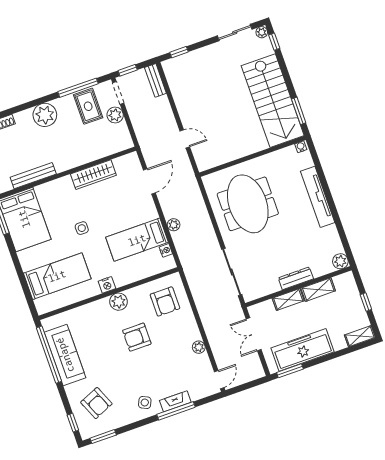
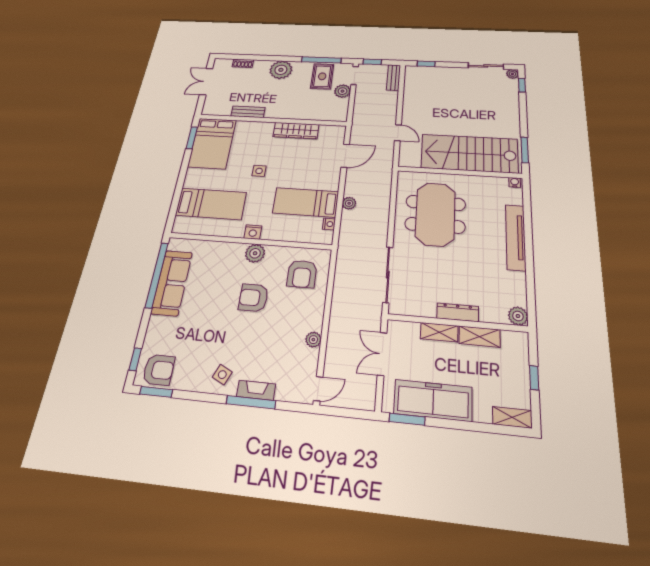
stairs: (273, 101) -> (469, 153), moved, turned 90
bench: (33, 176) -> (248, 112), width x0.73
armchair: (96, 403) -> (159, 370), moved, turned -67

